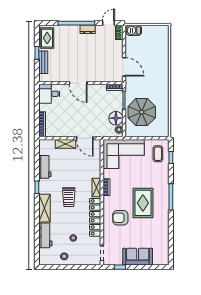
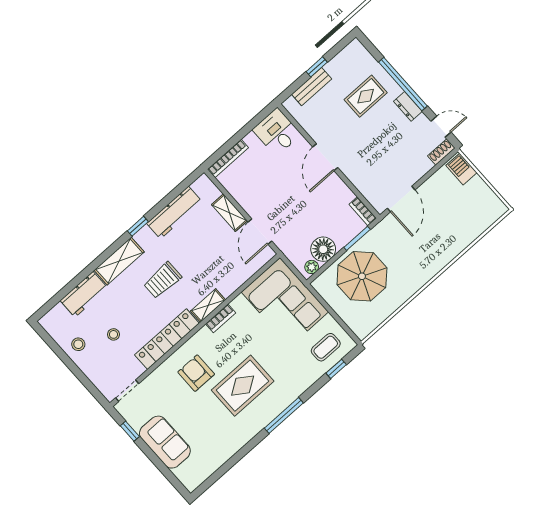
rug: (47, 38) -> (366, 96), moved
workbench: (45, 167) -> (174, 213), width x1.38

